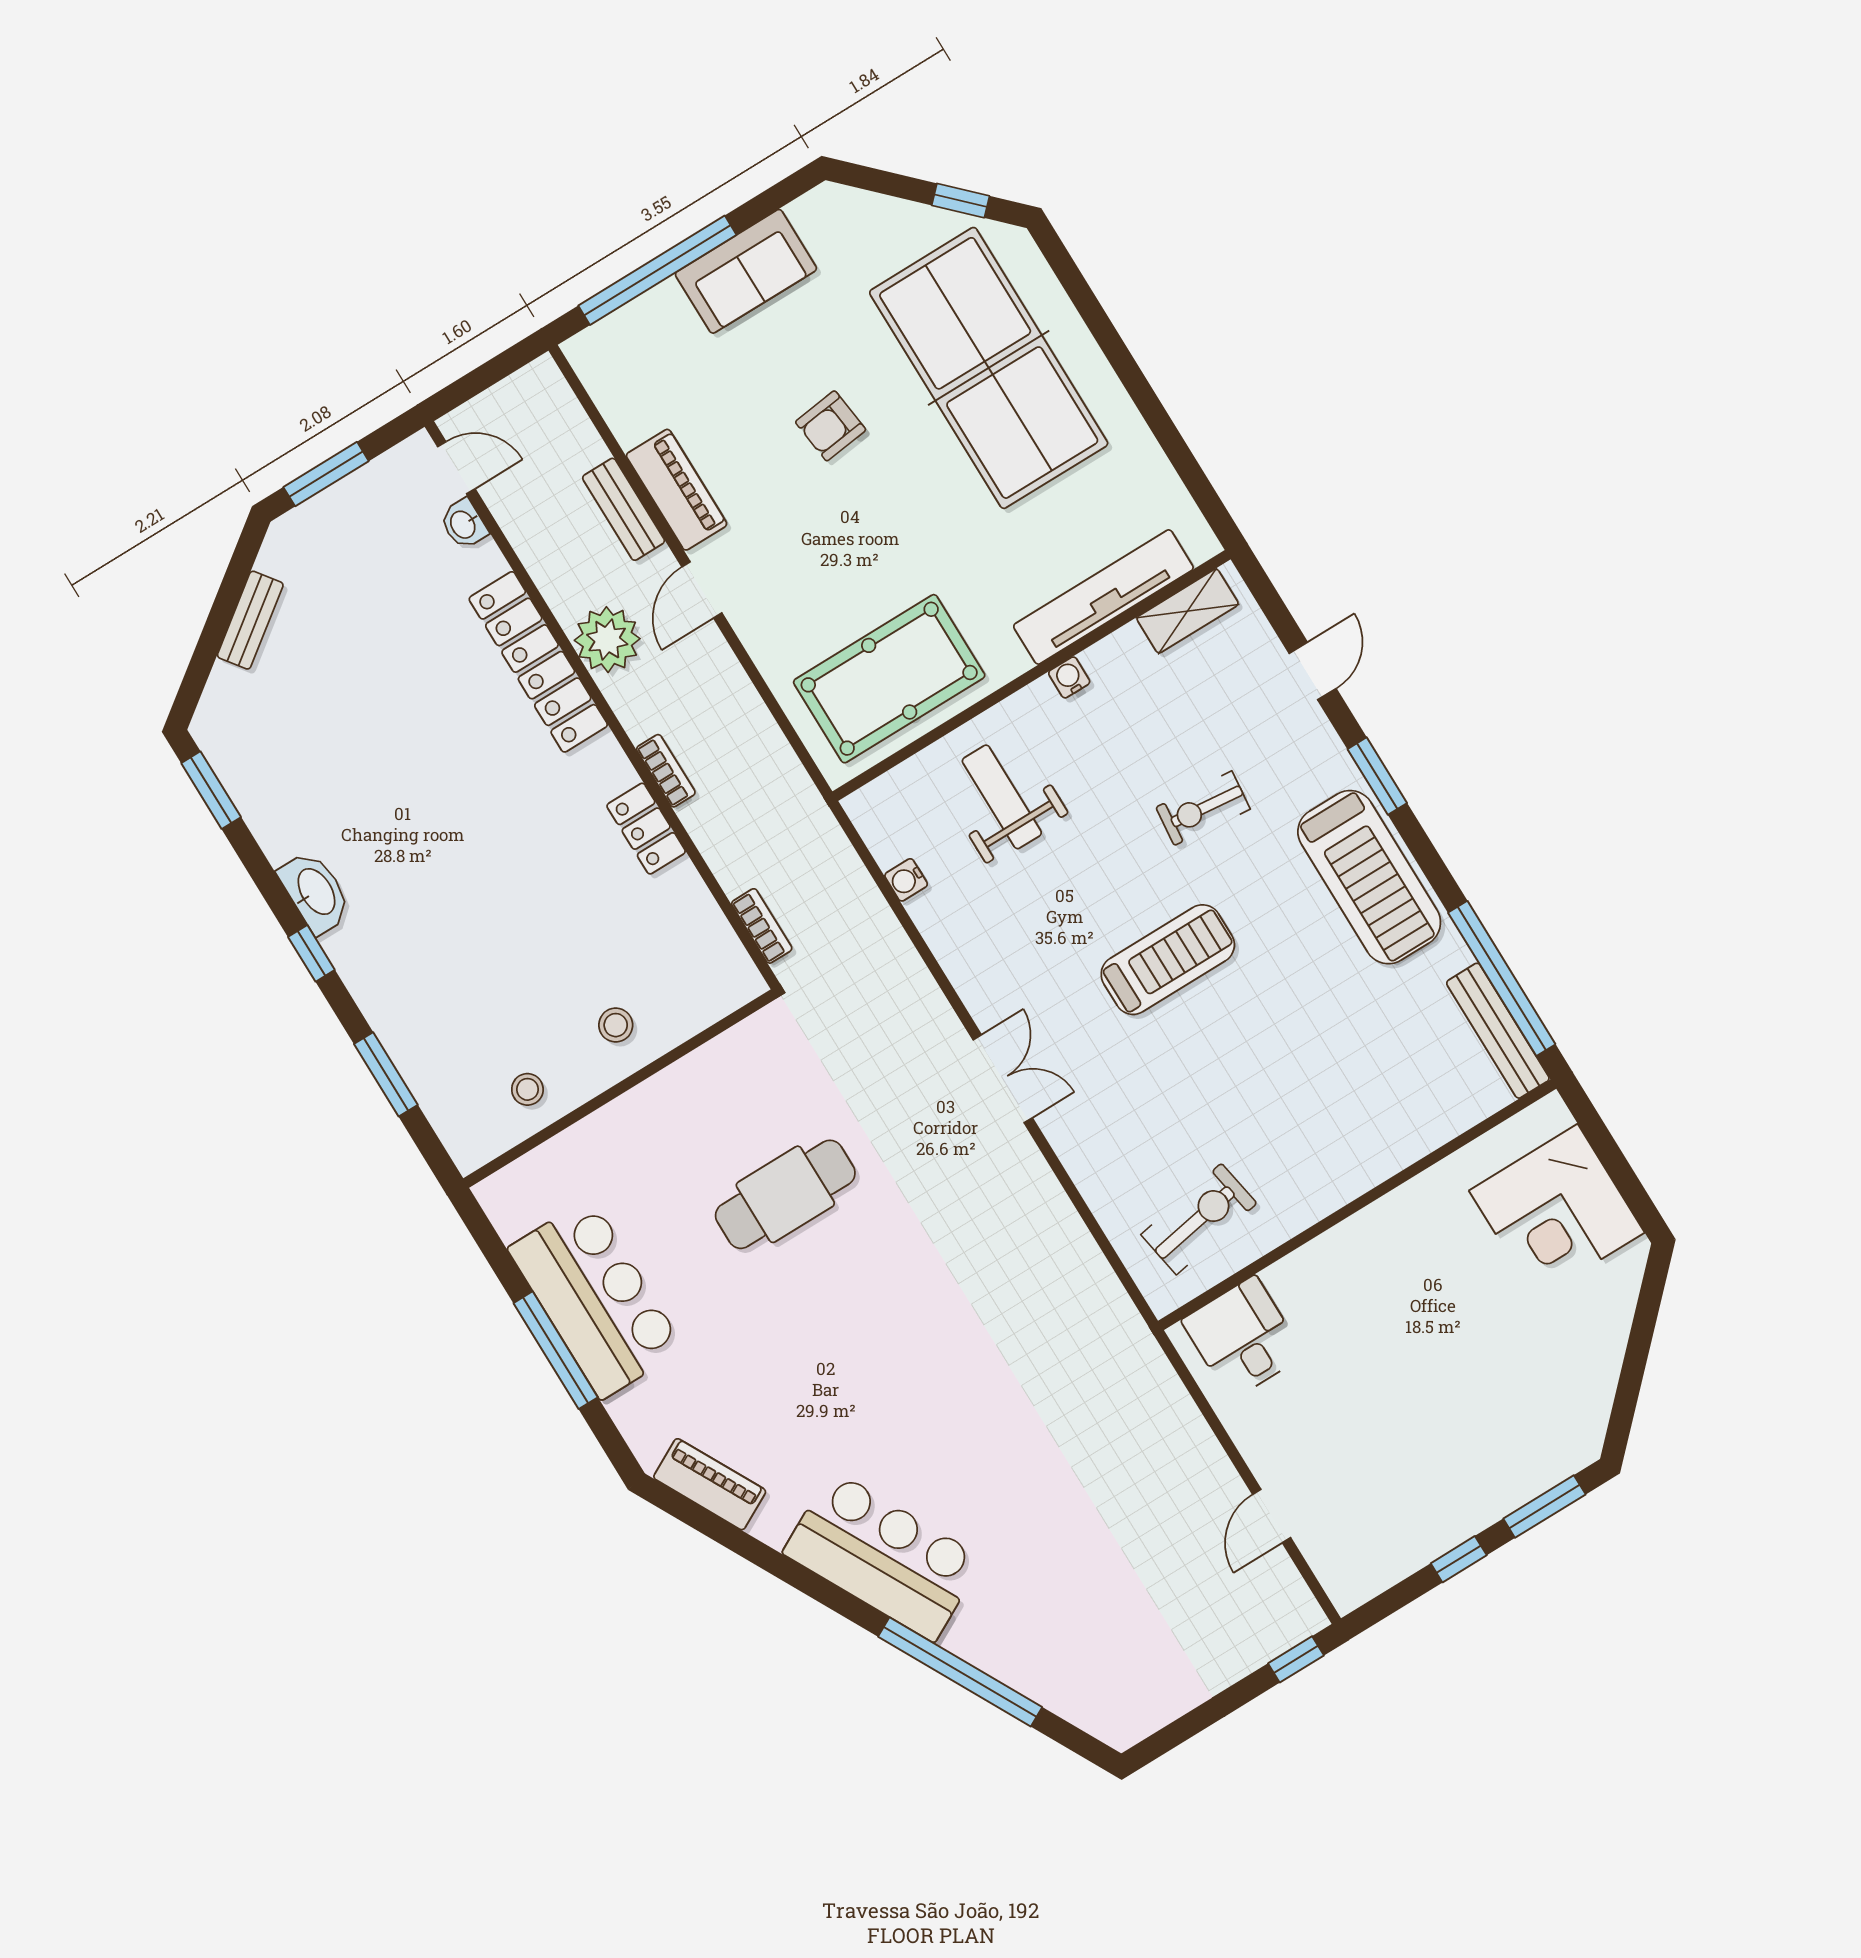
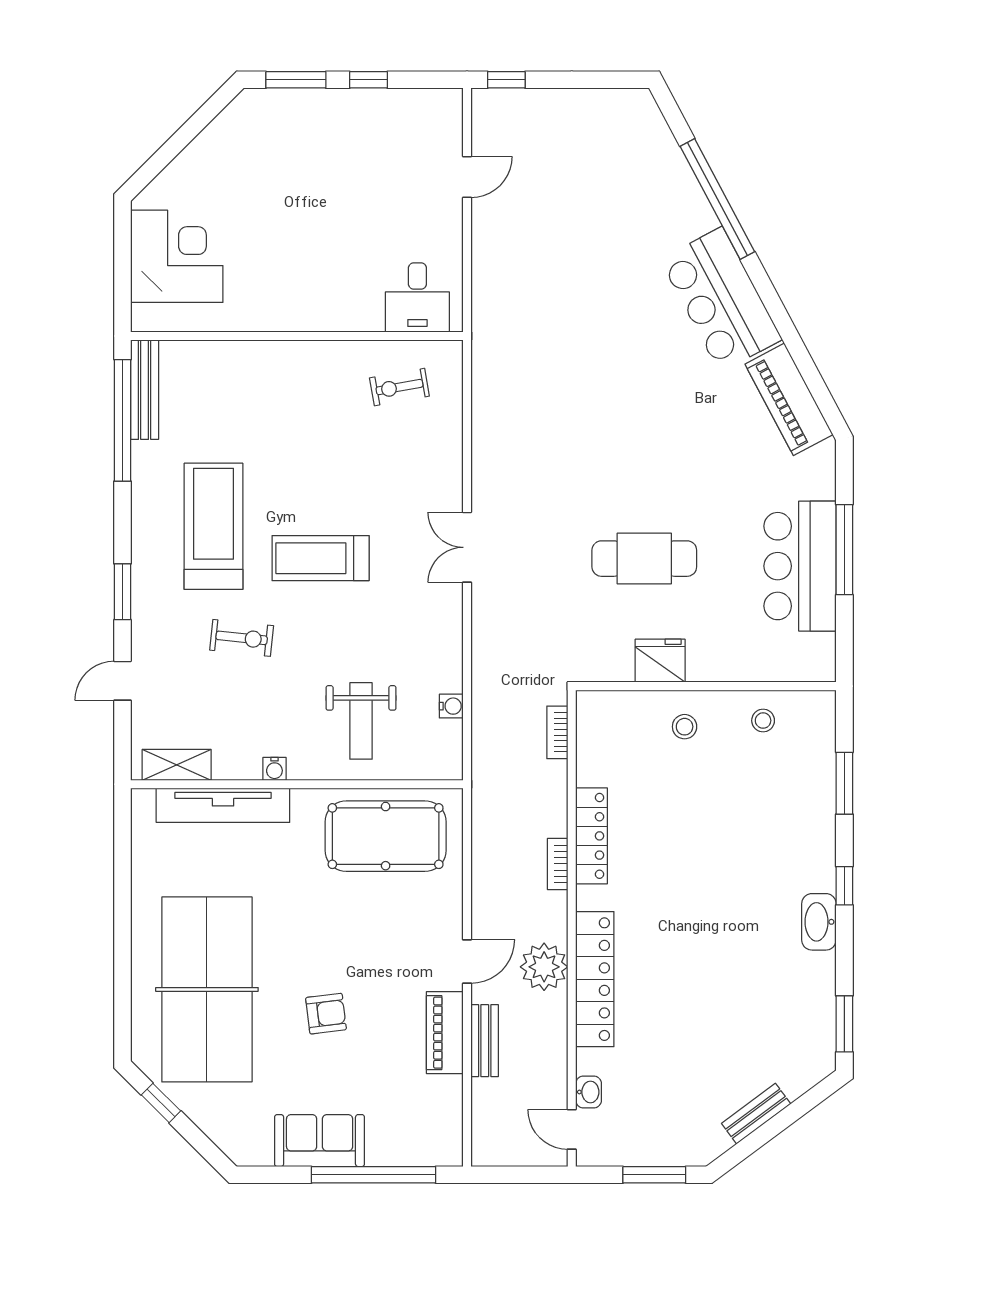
locker: (646, 829) -> (592, 836), width x1.53
treadmill: (1369, 877) -> (213, 526), moved
fridge: (692, 1085) -> (660, 661), added
exercise bike: (1199, 1219) -> (399, 387), width x0.73, depth x0.72
piano: (710, 1484) -> (789, 399), width x1.37, depth x1.33

